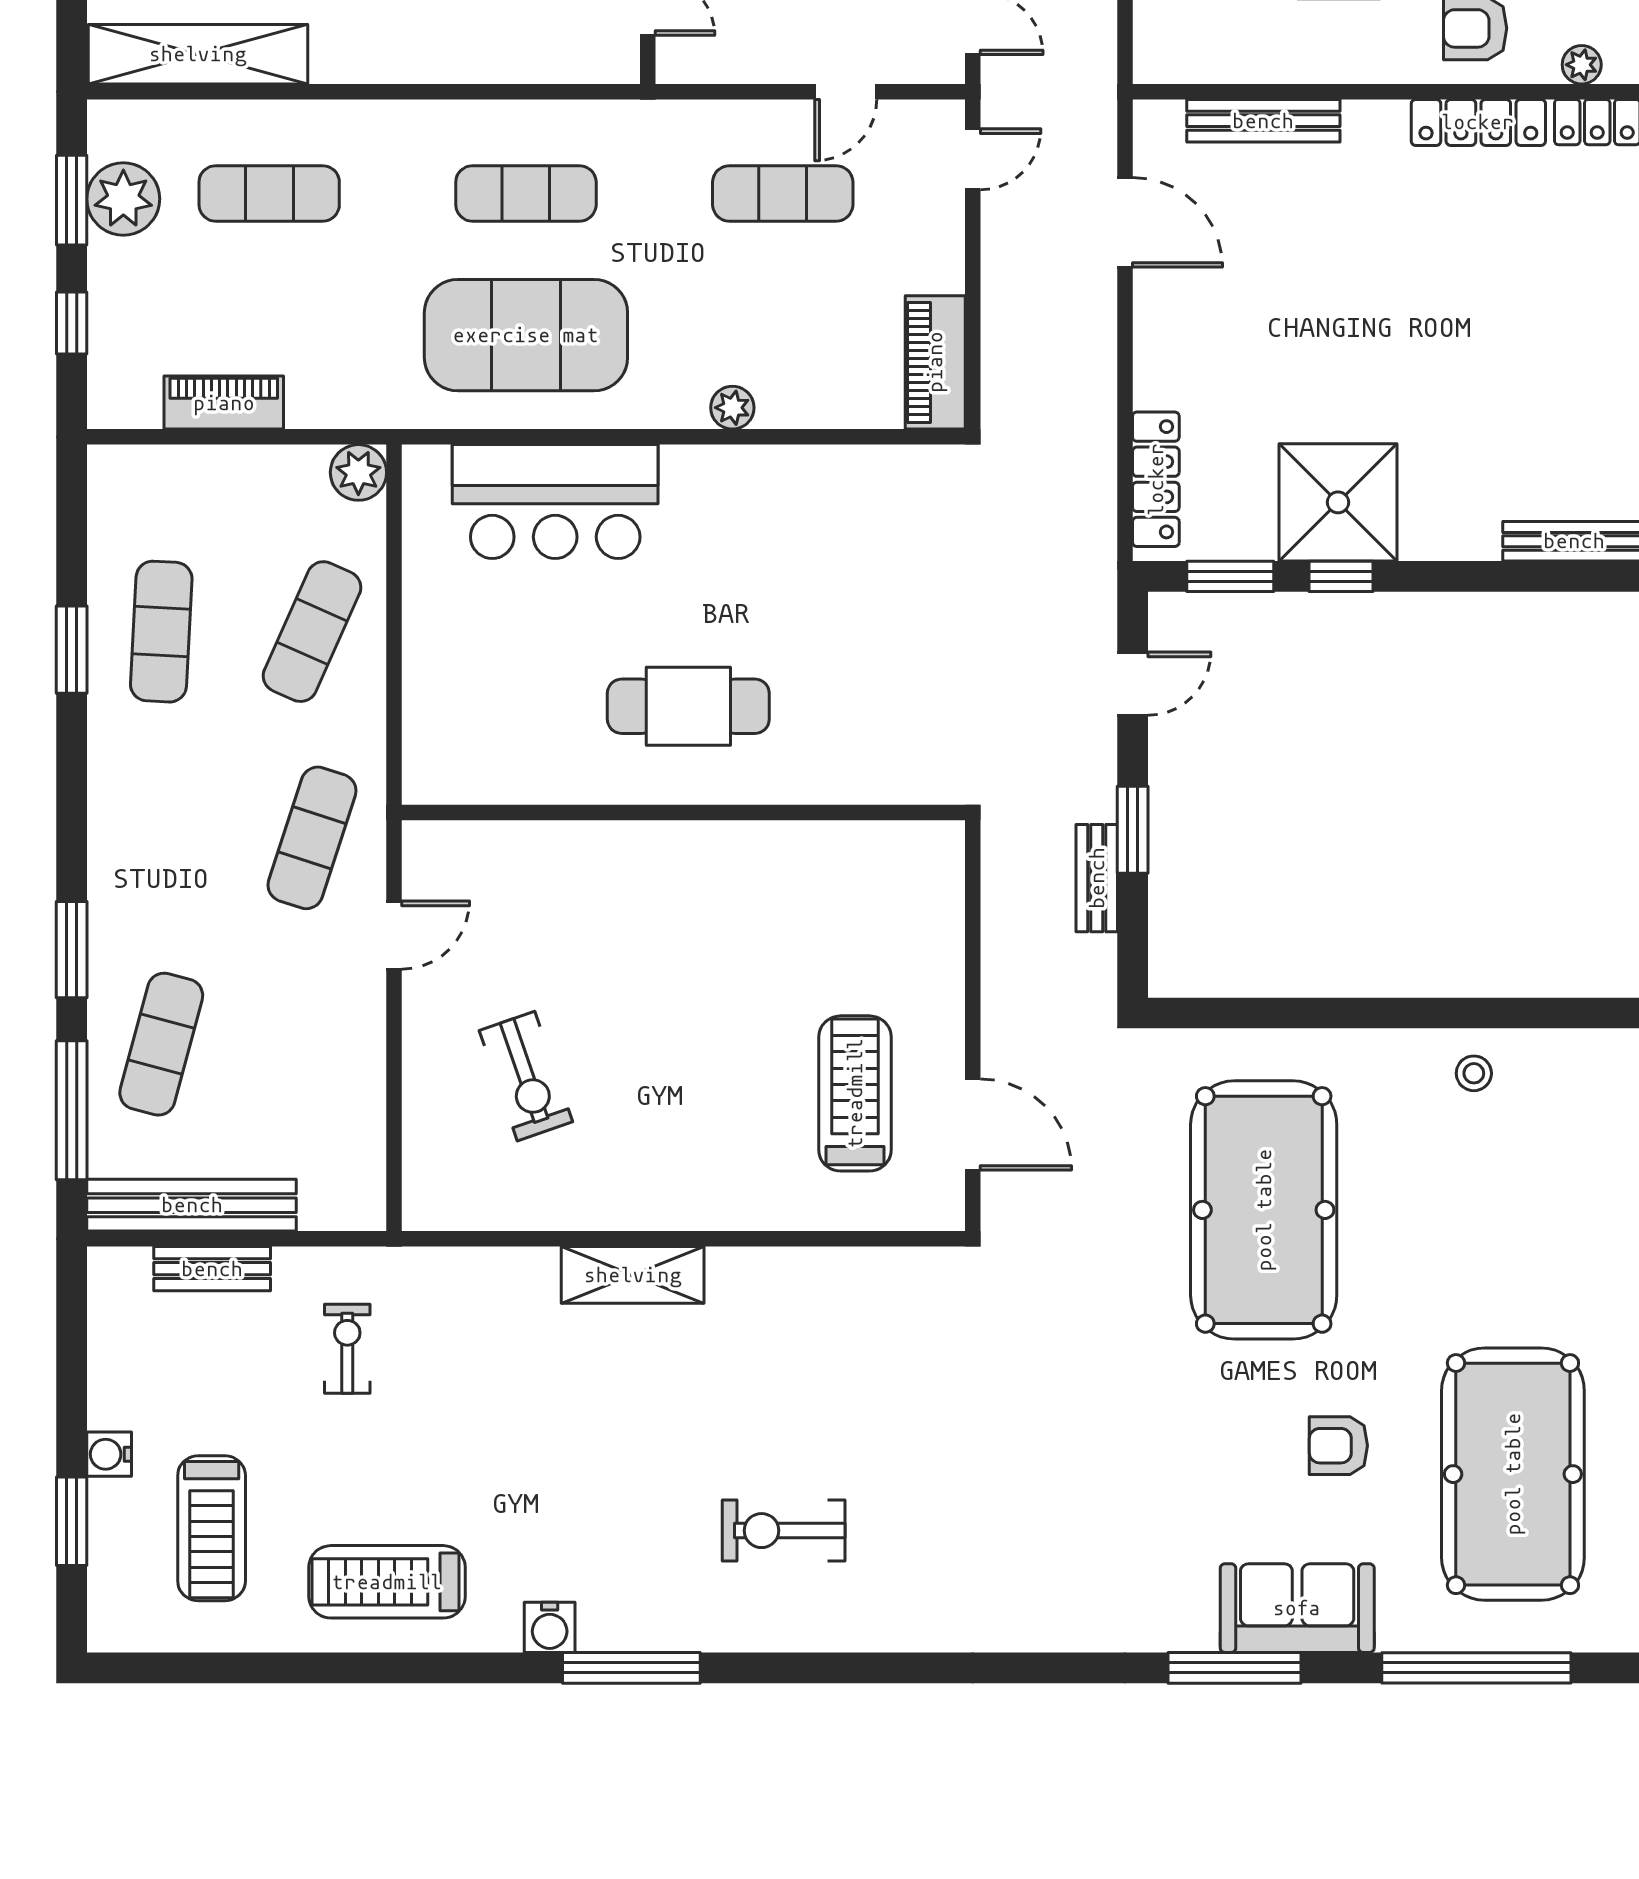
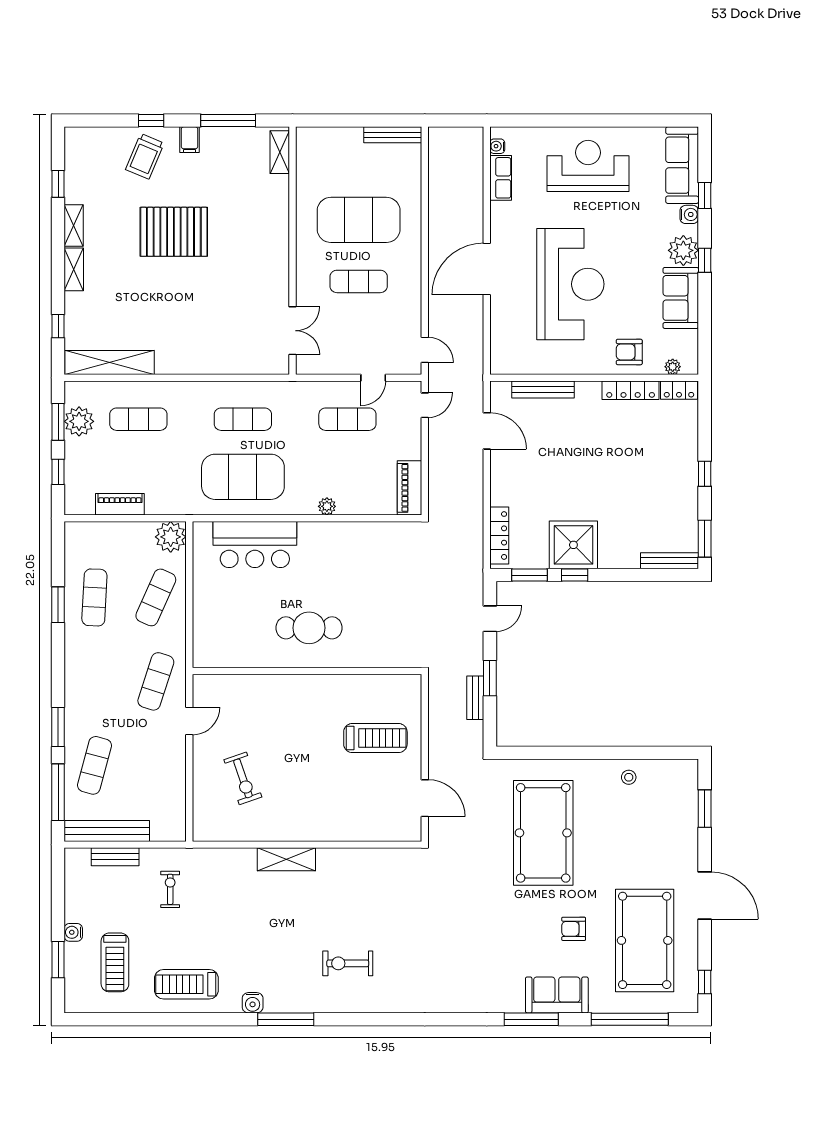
plant: (358, 472) -> (171, 537), width x1.36, depth x1.36
treadmill: (855, 1093) -> (375, 738), moved, turned 90

